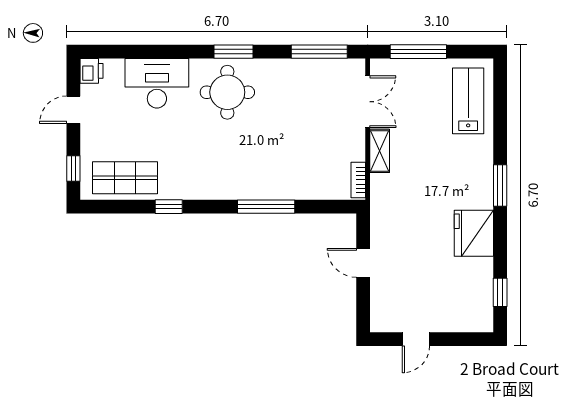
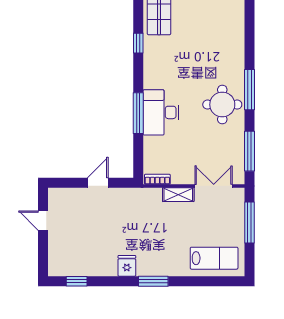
window: (233, 52) -> (250, 90), width x1.44
desk: (157, 83) -> (161, 112), moved, turned 180
round table: (227, 92) -> (222, 105), moved
double door: (368, 102) -> (214, 186), swing flipped
fridge: (474, 233) -> (127, 266), width x0.53, depth x0.75

